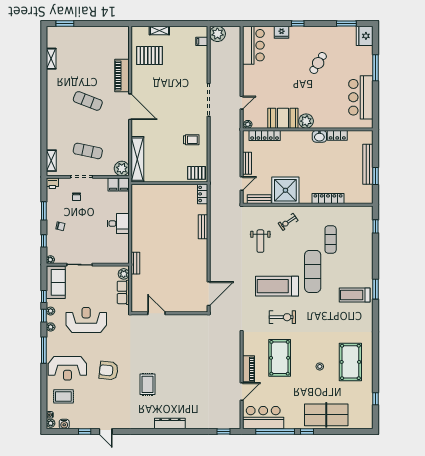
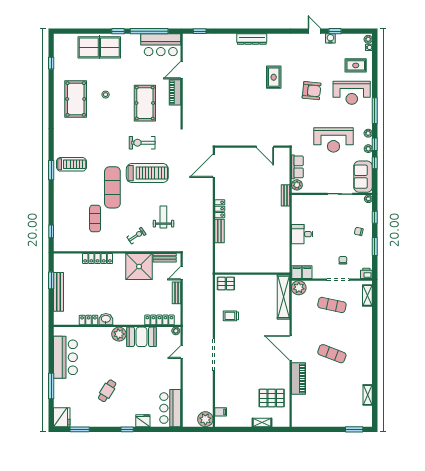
locker: (203, 194) -> (220, 209), moved
reception desk: (67, 368) -> (352, 93), turned 180
water cooler: (64, 424) -> (330, 38), moved

